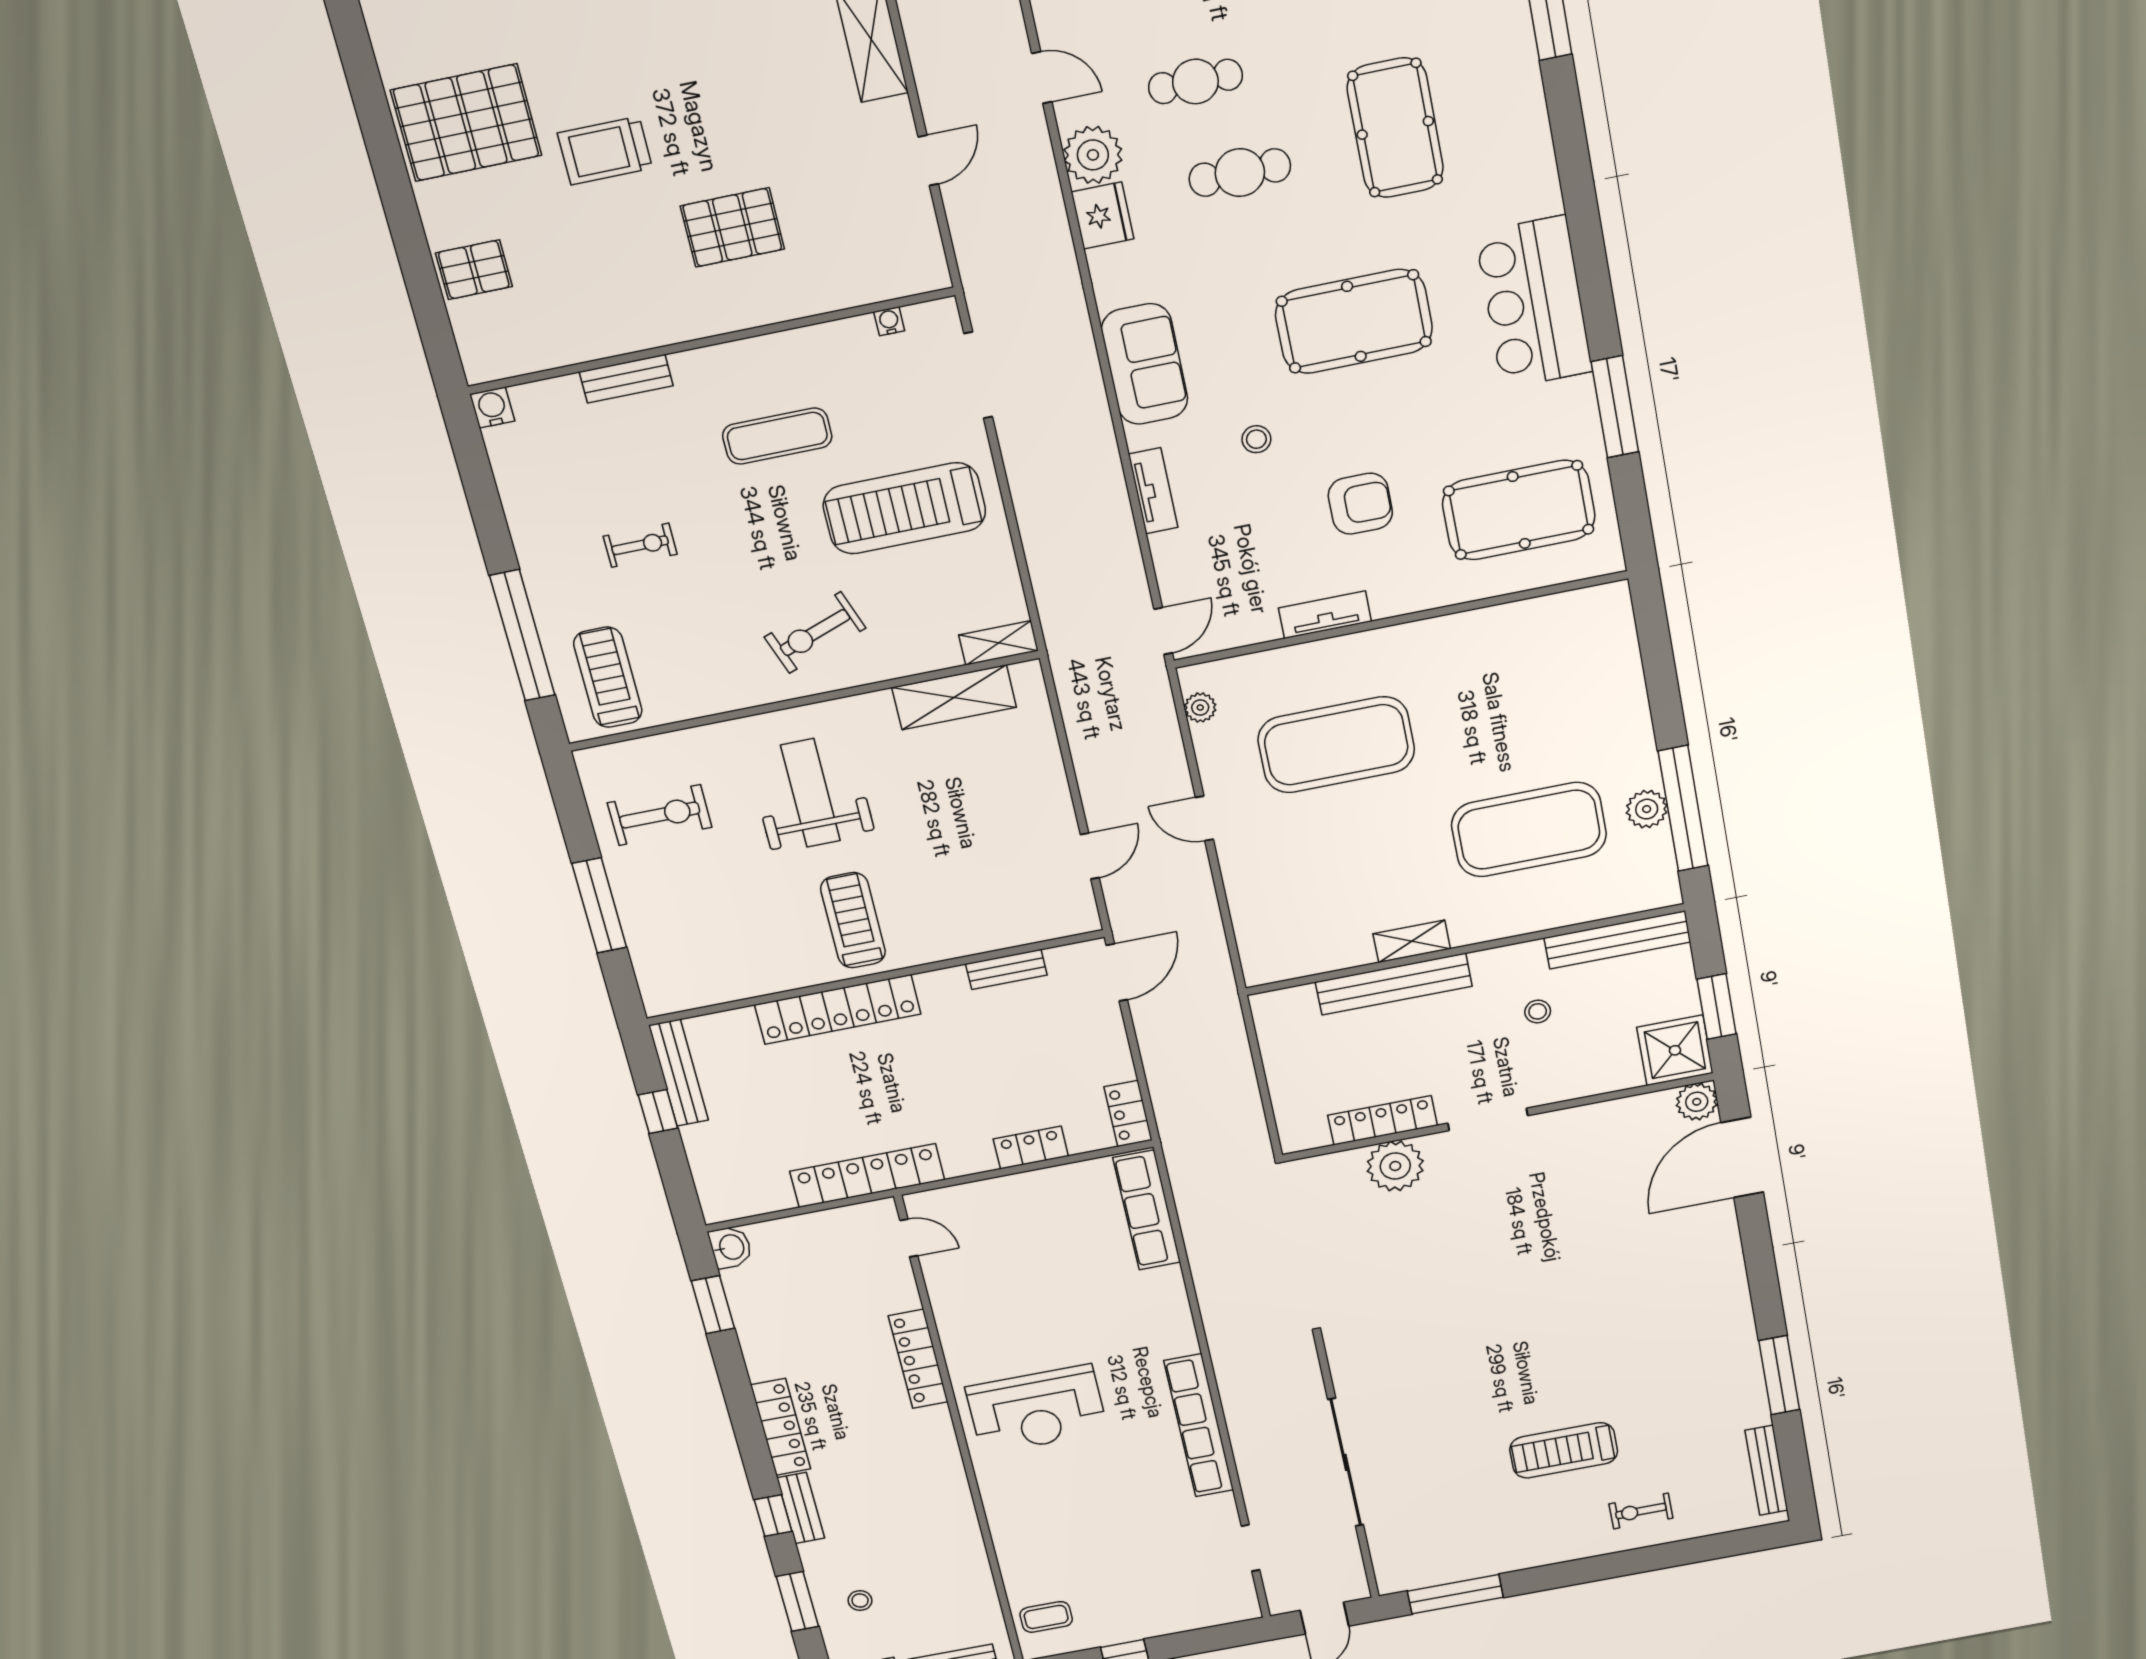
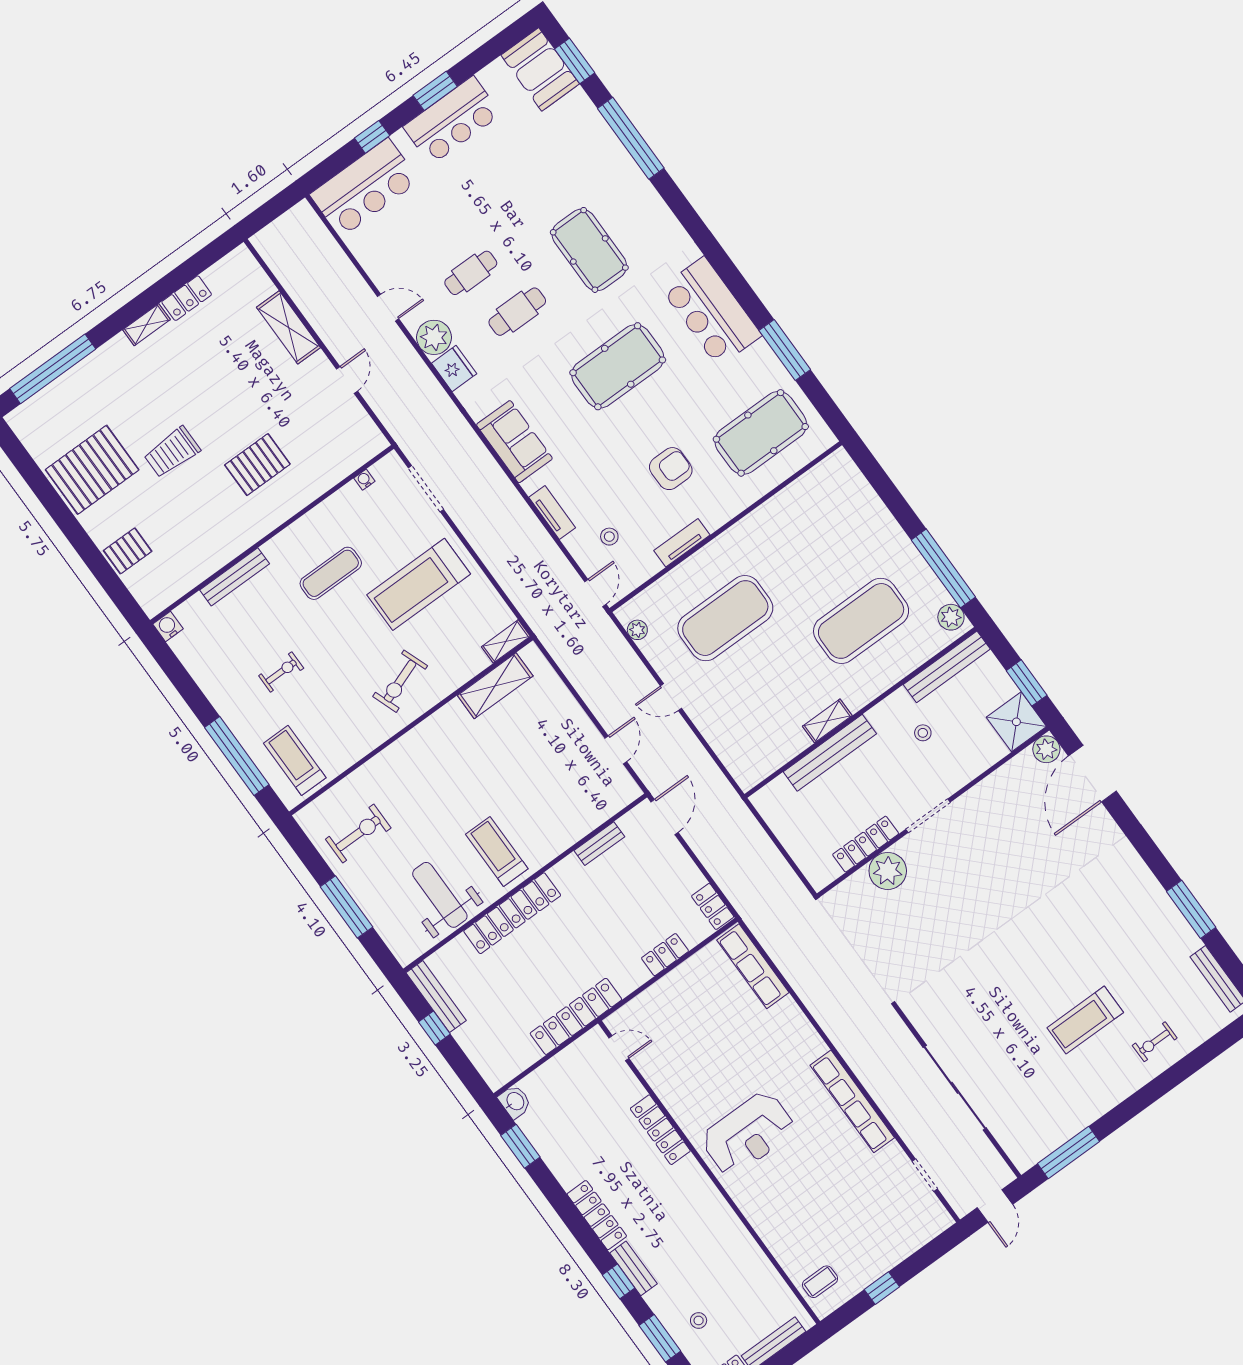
bench: (626, 379) -> (235, 577), width x1.36
stool: (1256, 439) -> (609, 537), moved
weight bench: (810, 793) -> (440, 895), moved
plant: (1647, 809) -> (951, 617), moved

